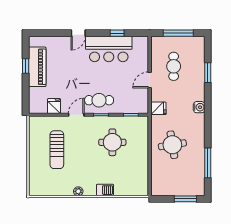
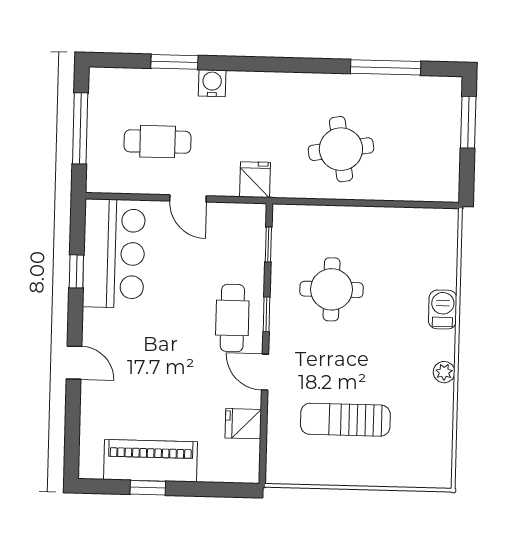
bar counter: (109, 49) -> (114, 253), moved
water cooler: (199, 107) -> (212, 83), moved
sun lounger: (57, 150) -> (345, 420), turned 180

